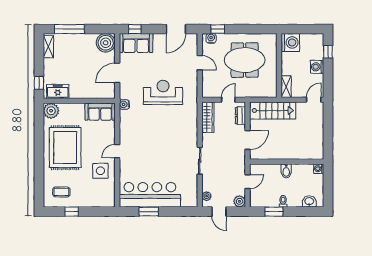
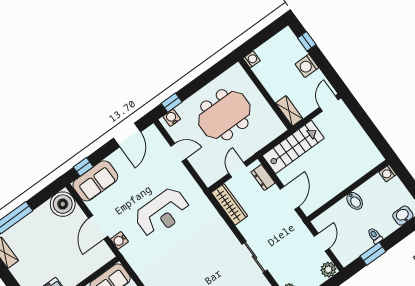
washing machine: (290, 43) -> (252, 59), width x0.53, depth x0.53
reception desk: (163, 92) -> (162, 213), turned 180
water cooler: (124, 104) -> (119, 240), moved

